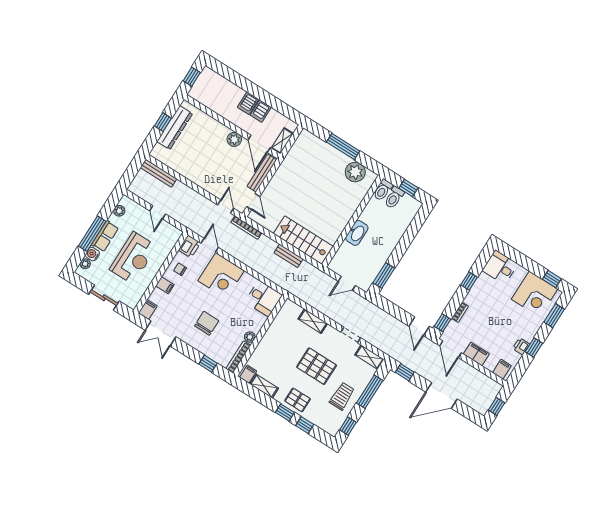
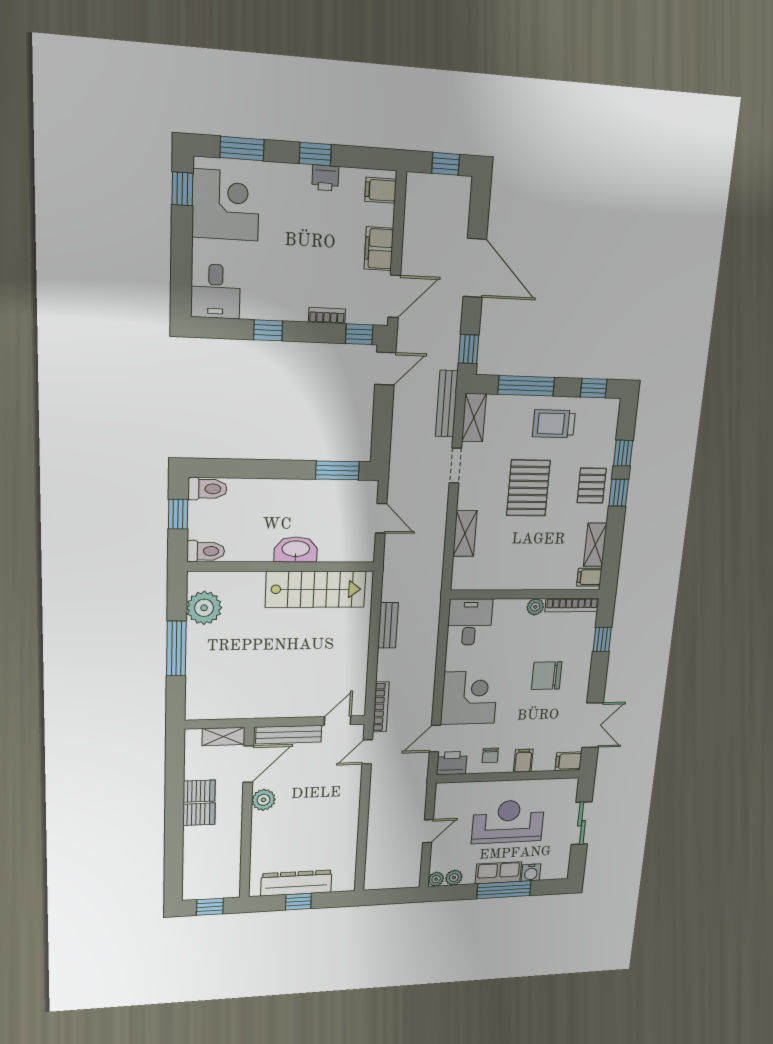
bench: (159, 173) -> (447, 404), moved
toilet: (394, 197) -> (207, 489), moved
stairs: (303, 240) -> (316, 589), moved, turned -90
plant: (85, 264) -> (436, 879), moved

